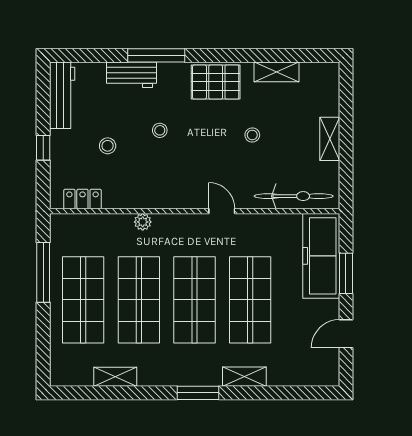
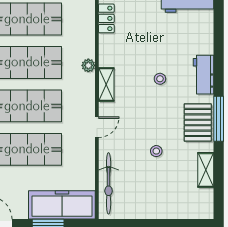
window: (156, 55) -> (219, 119), moved
workbench: (132, 75) -> (203, 75), moved
shelving: (330, 139) -> (106, 84), moved, turned 90
stool: (108, 146) -> (148, 38), removed

